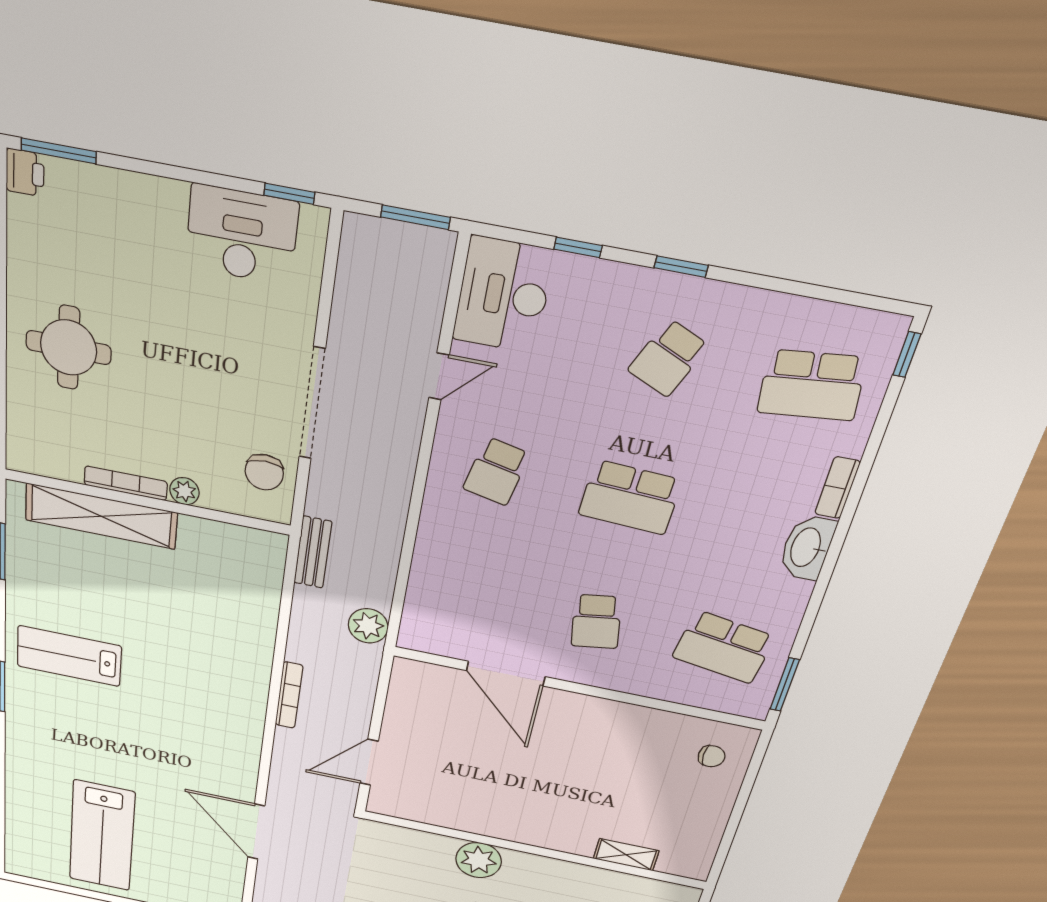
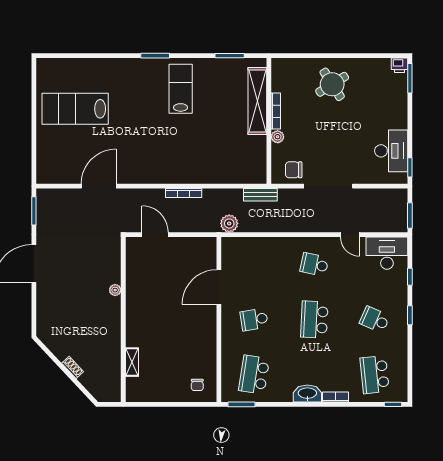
round table: (69, 348) -> (332, 84), turned -32
plant: (479, 860) -> (115, 290), width x0.53, depth x0.53

